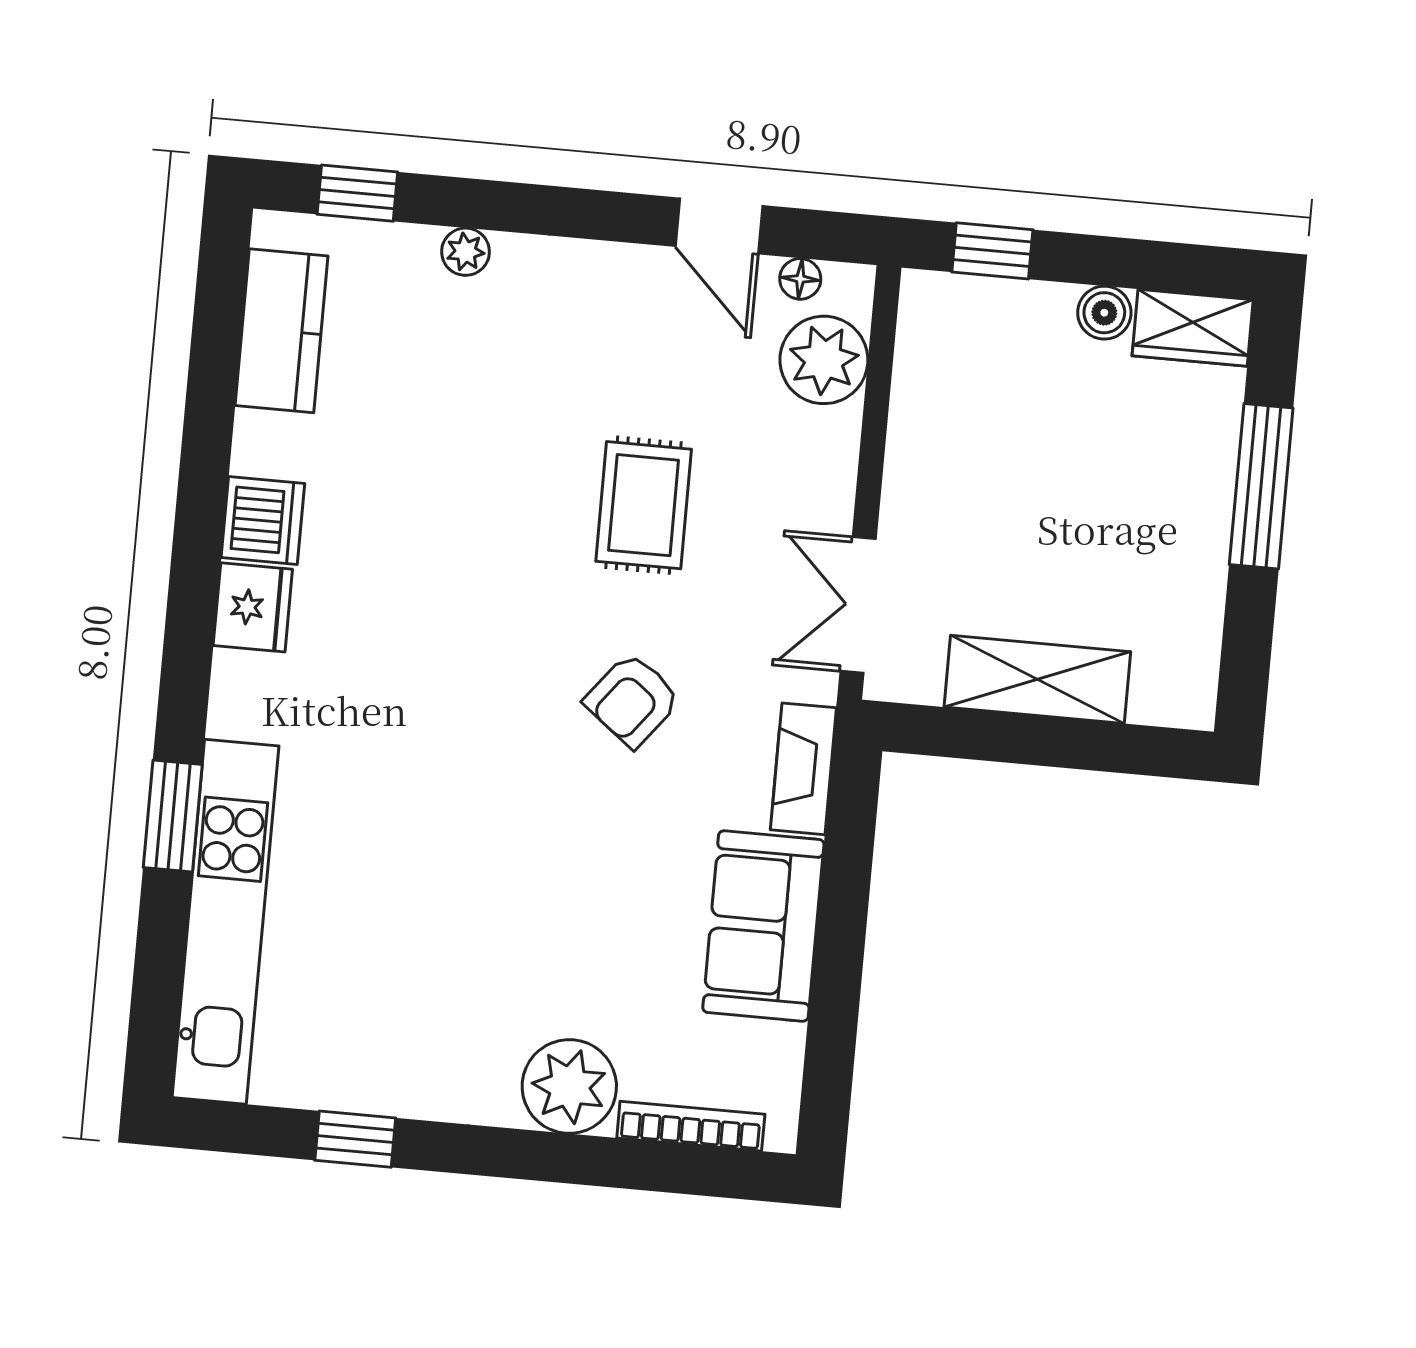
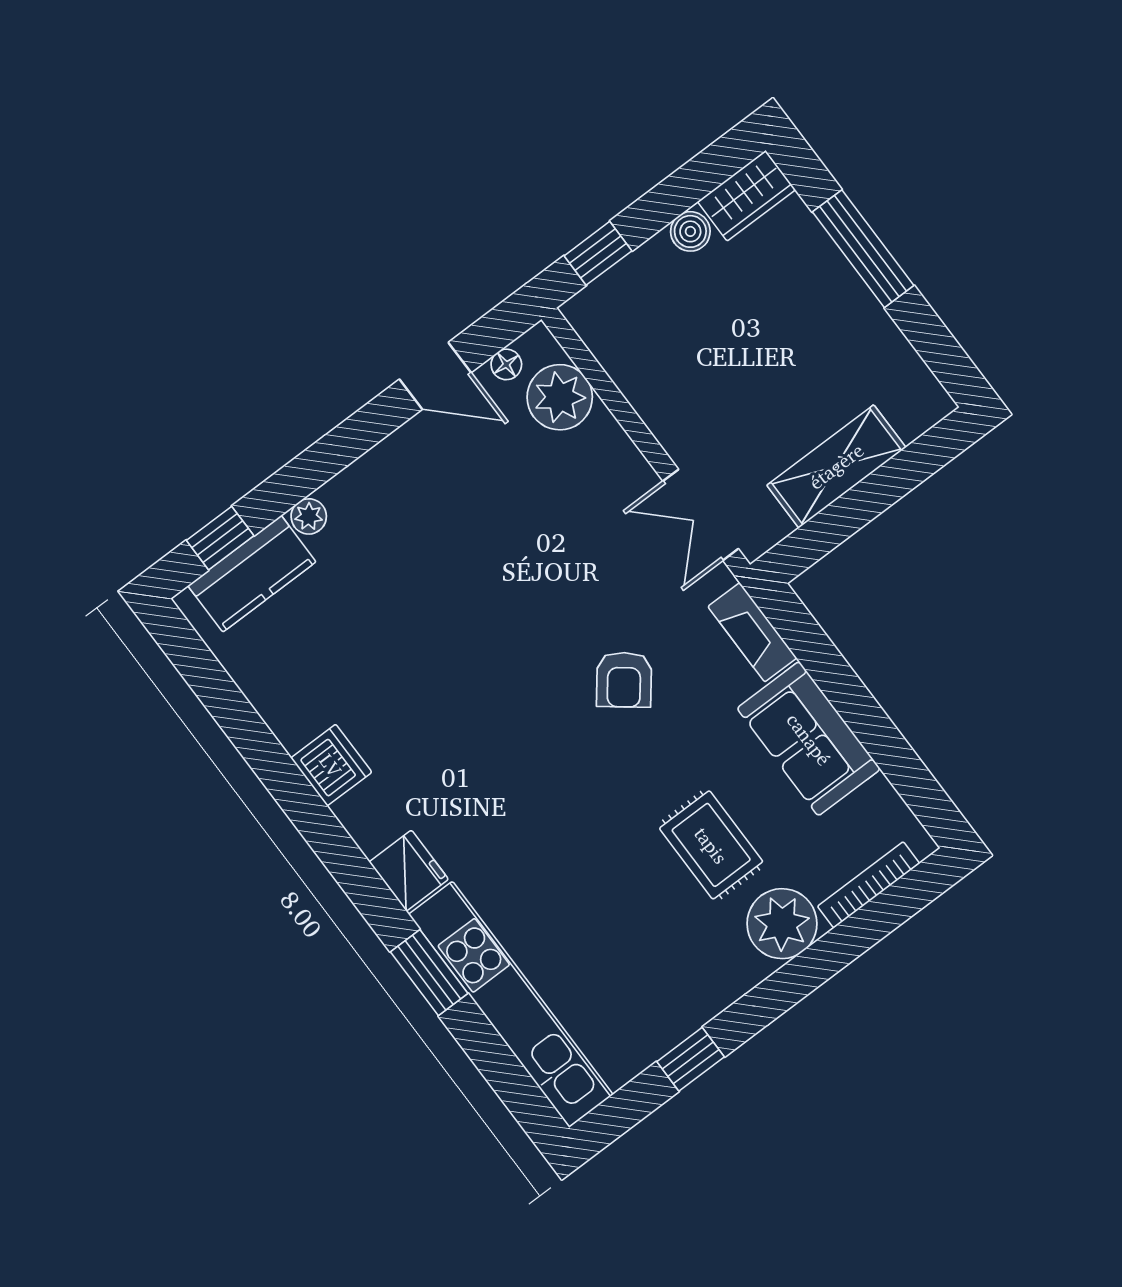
kitchen counter: (281, 331) -> (252, 574), moved, turned 90
rug: (644, 505) -> (711, 845), moved
fridge: (253, 607) -> (409, 871), moved

